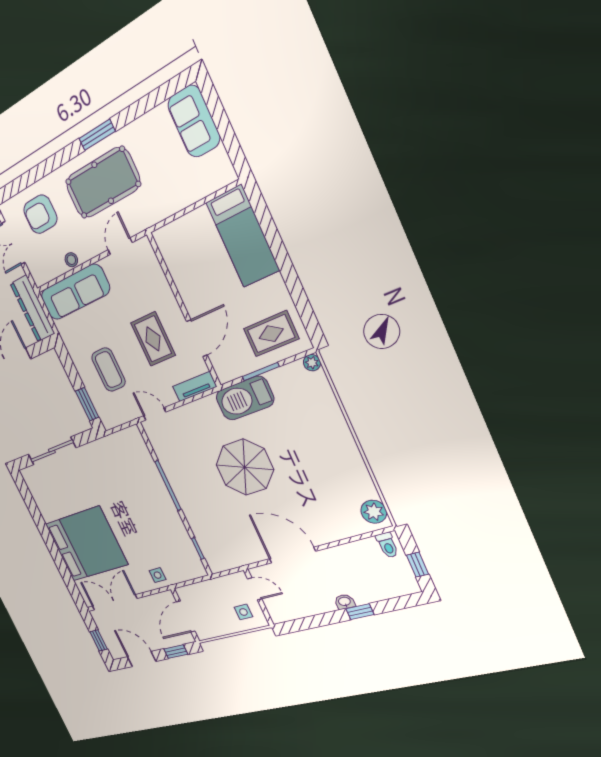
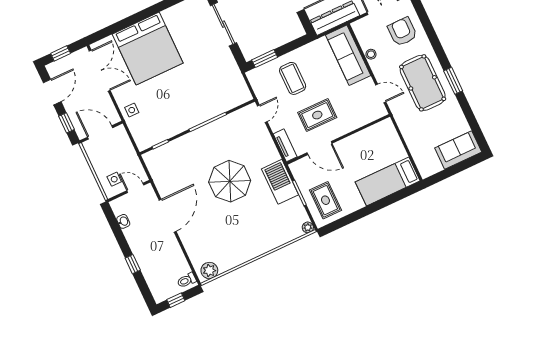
coffee table: (108, 370) -> (293, 78), turned 90
door: (255, 589) -> (135, 188), swing flipped
washbasin: (345, 602) -> (123, 221), moved

